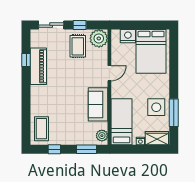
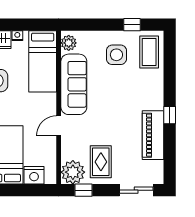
window: (80, 25) -> (83, 190), moved
window: (26, 60) -> (170, 115), moved
sofa: (98, 104) -> (74, 84), width x1.36
side table: (66, 127) -> (116, 55), added
window: (87, 149) -> (89, 25), removed

